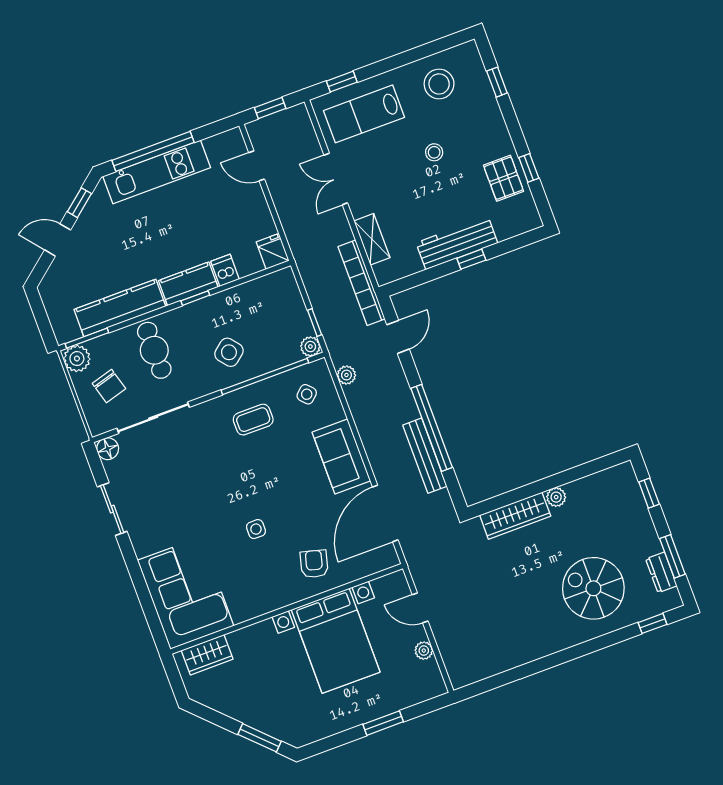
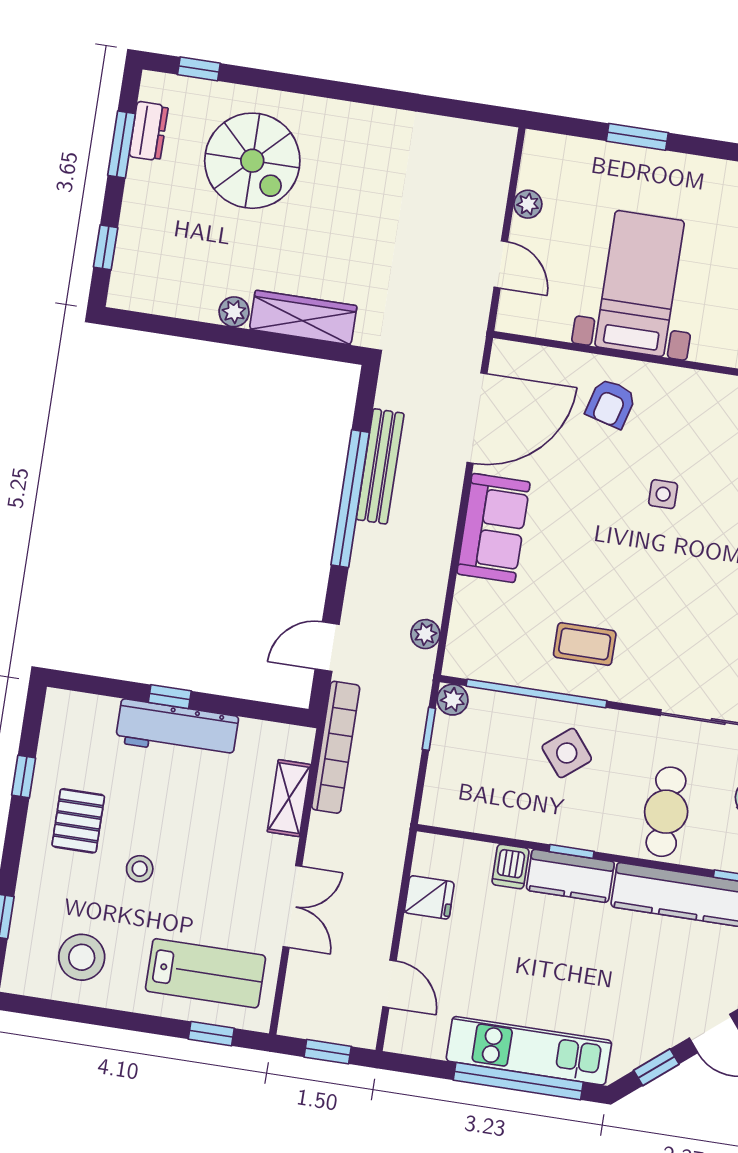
pallet: (504, 178) -> (78, 821), moved
fridge: (273, 251) -> (429, 897), moved, turned -90
side table: (307, 394) -> (493, 638), removed
bed with nightstands: (336, 641) -> (640, 284), width x0.73

